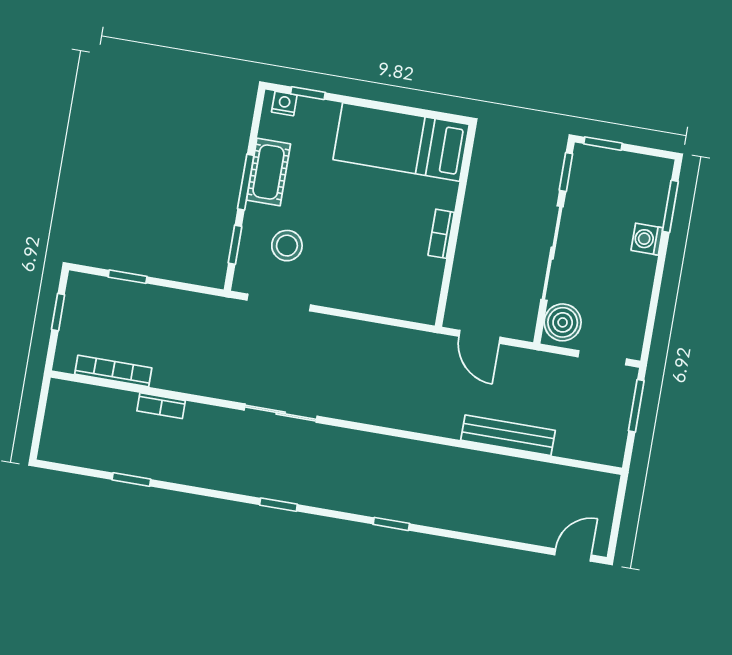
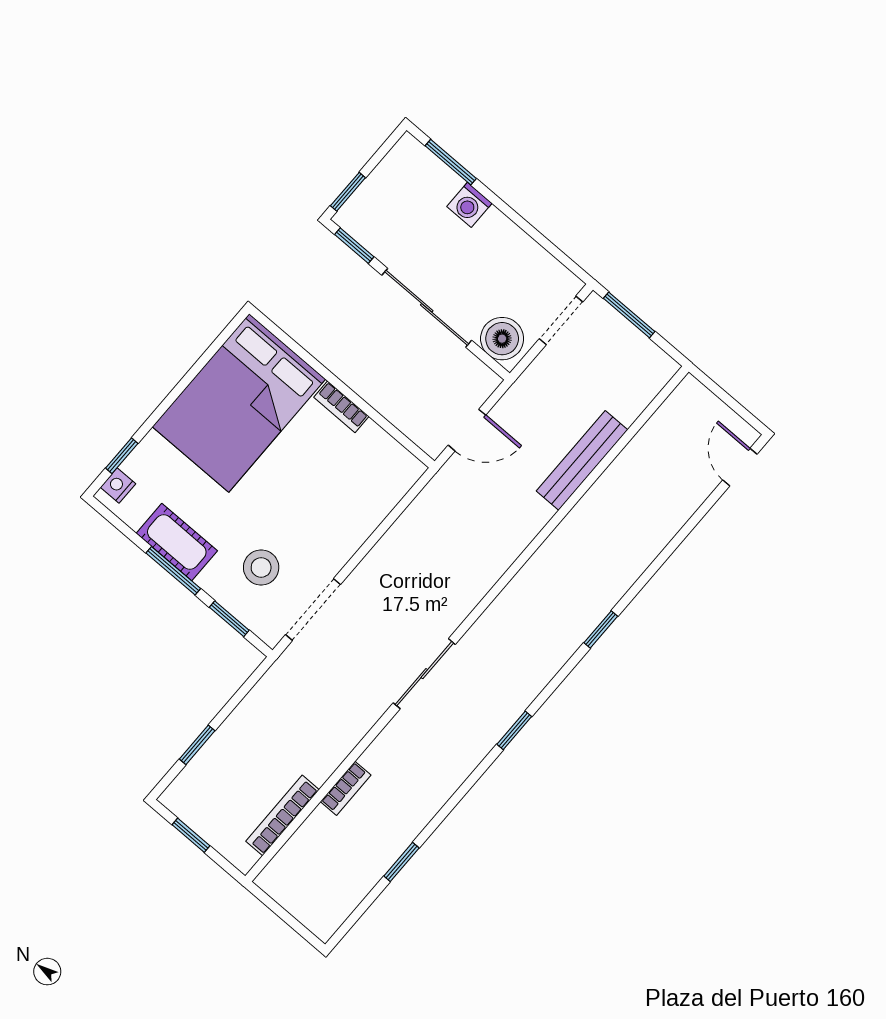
bed: (401, 142) -> (239, 403), width x1.50

